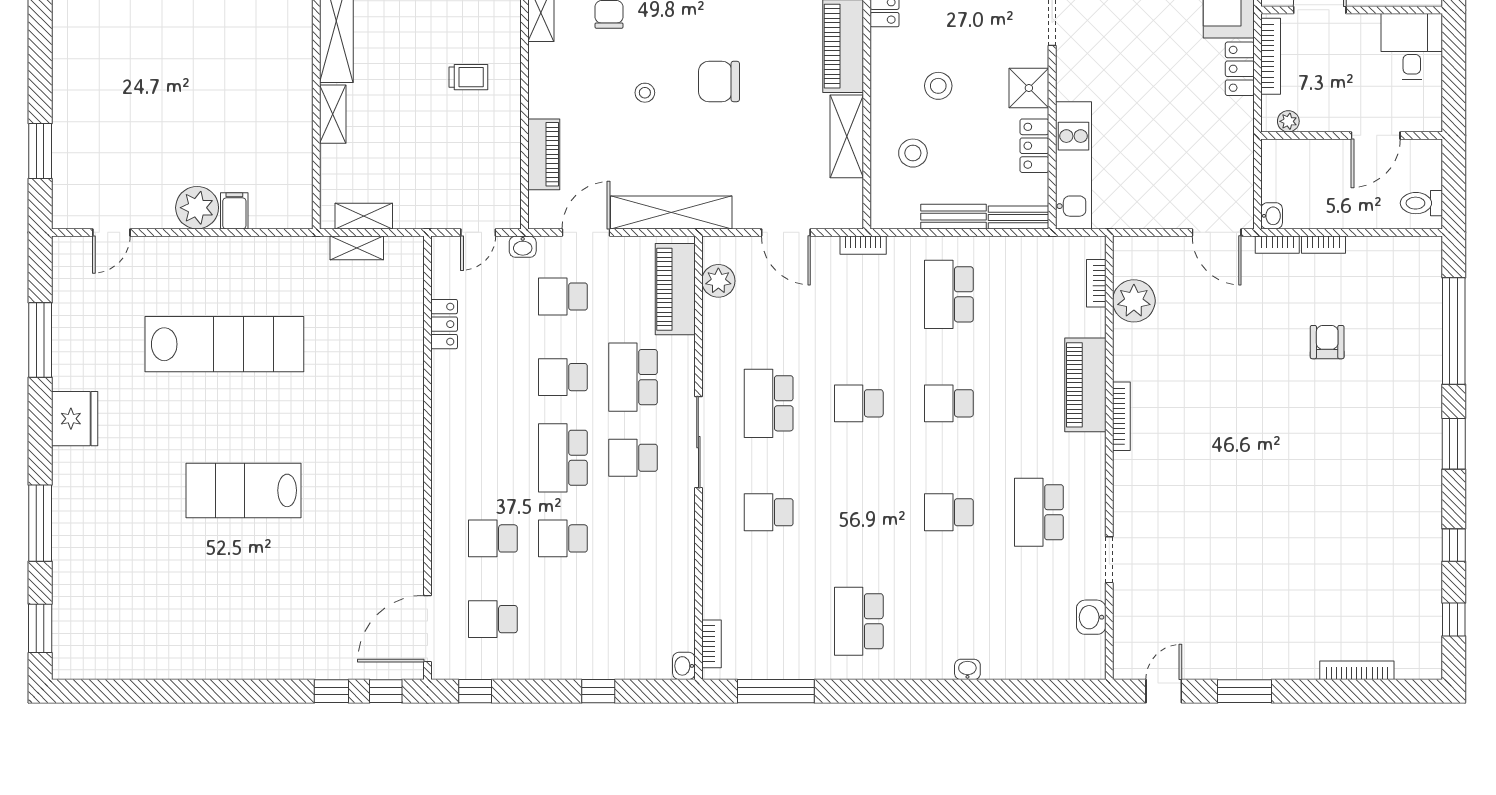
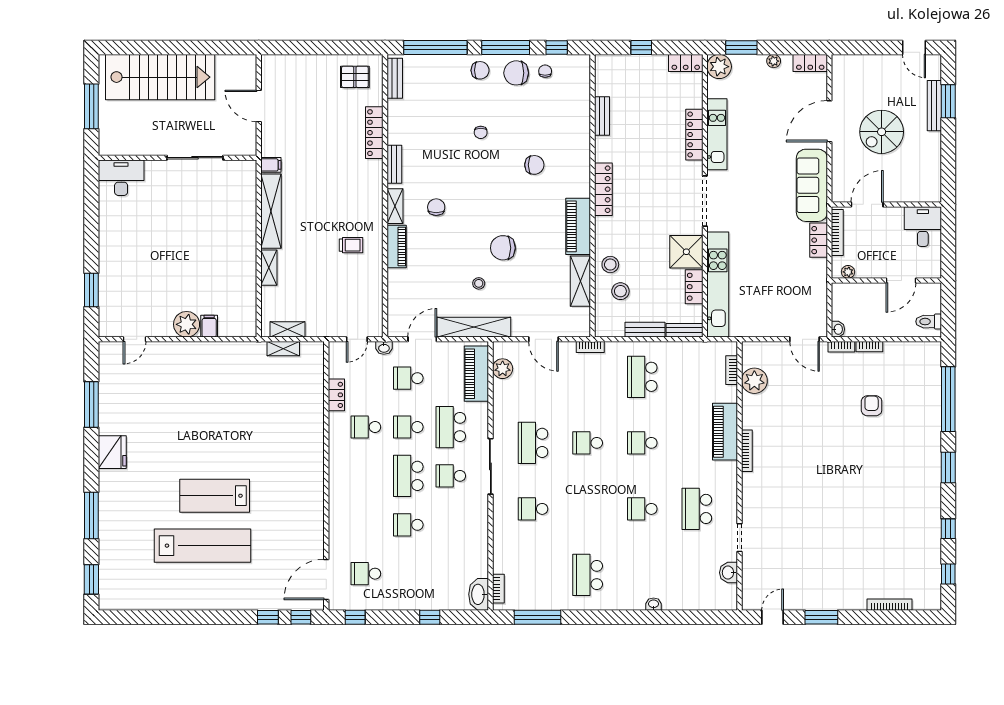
stool: (938, 86) -> (610, 265), moved
shower: (1029, 88) -> (686, 252), width x1.36, depth x1.36
stool: (645, 93) -> (479, 283), moved
piano: (544, 154) -> (397, 247), moved
kitchen unit: (1074, 165) -> (718, 285), width x1.36
lab bench: (224, 344) -> (202, 546), moved
school desk: (493, 538) -> (366, 427), moved
washbasin: (684, 666) -> (479, 594), width x1.91, depth x1.45

